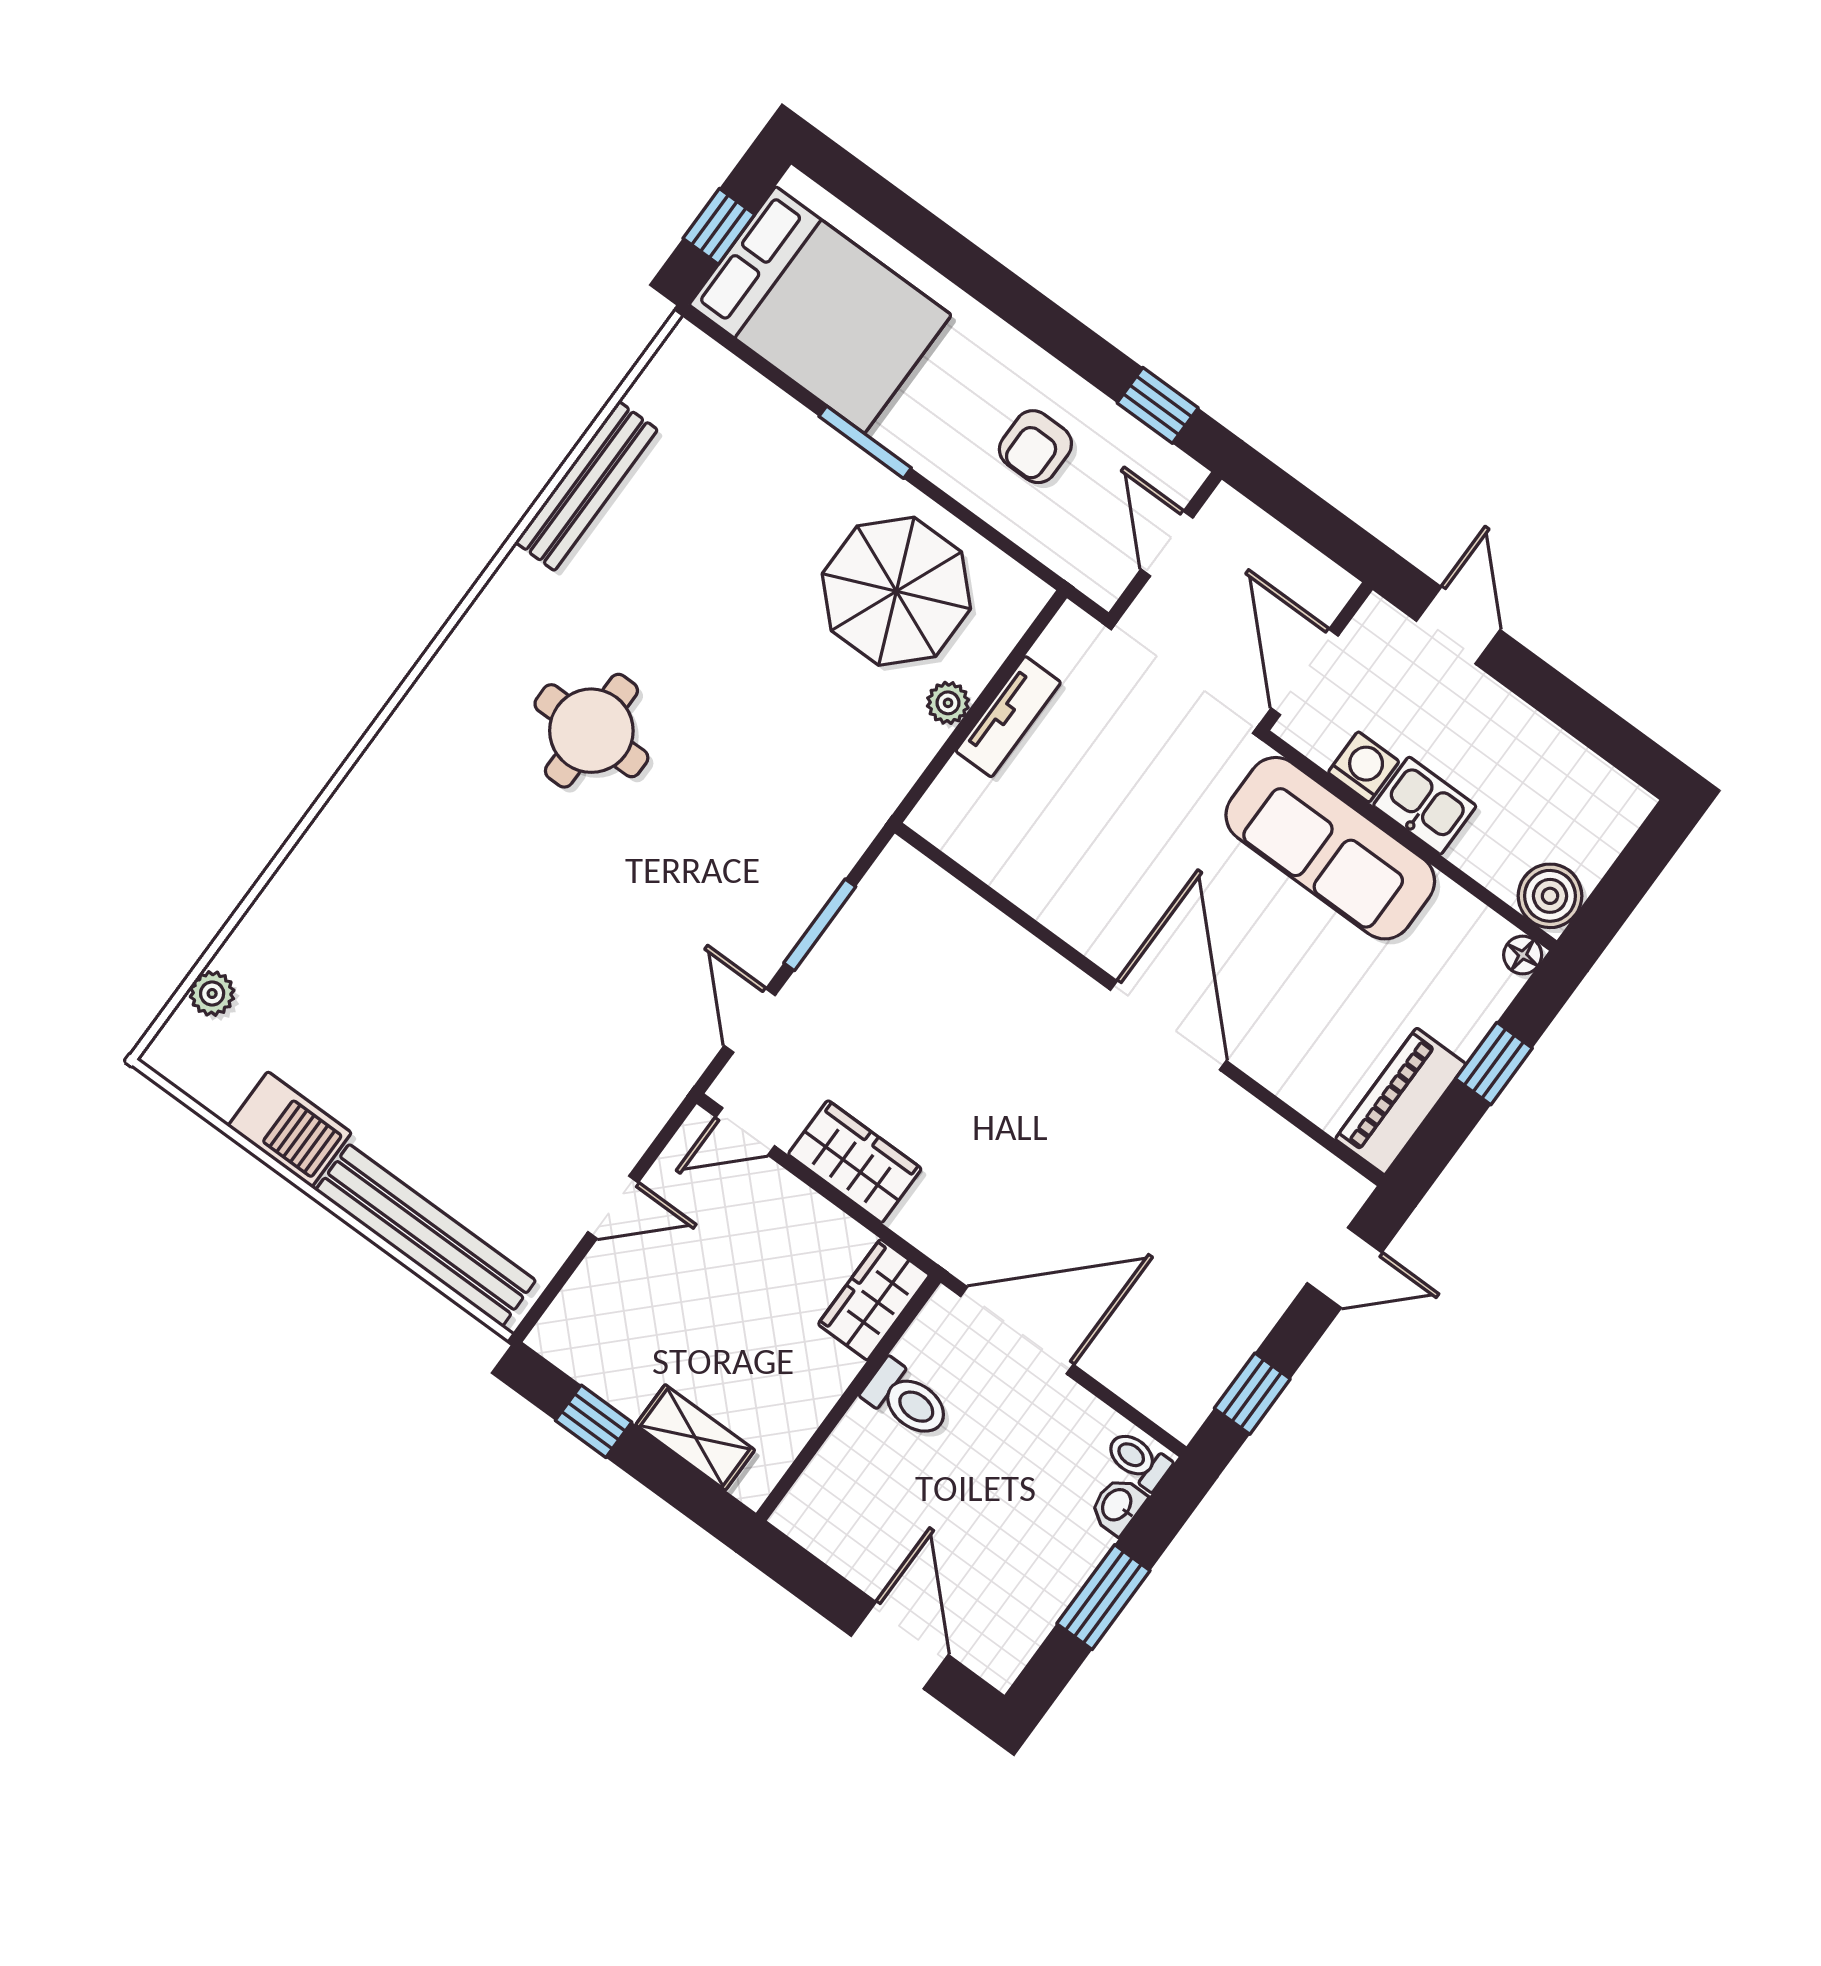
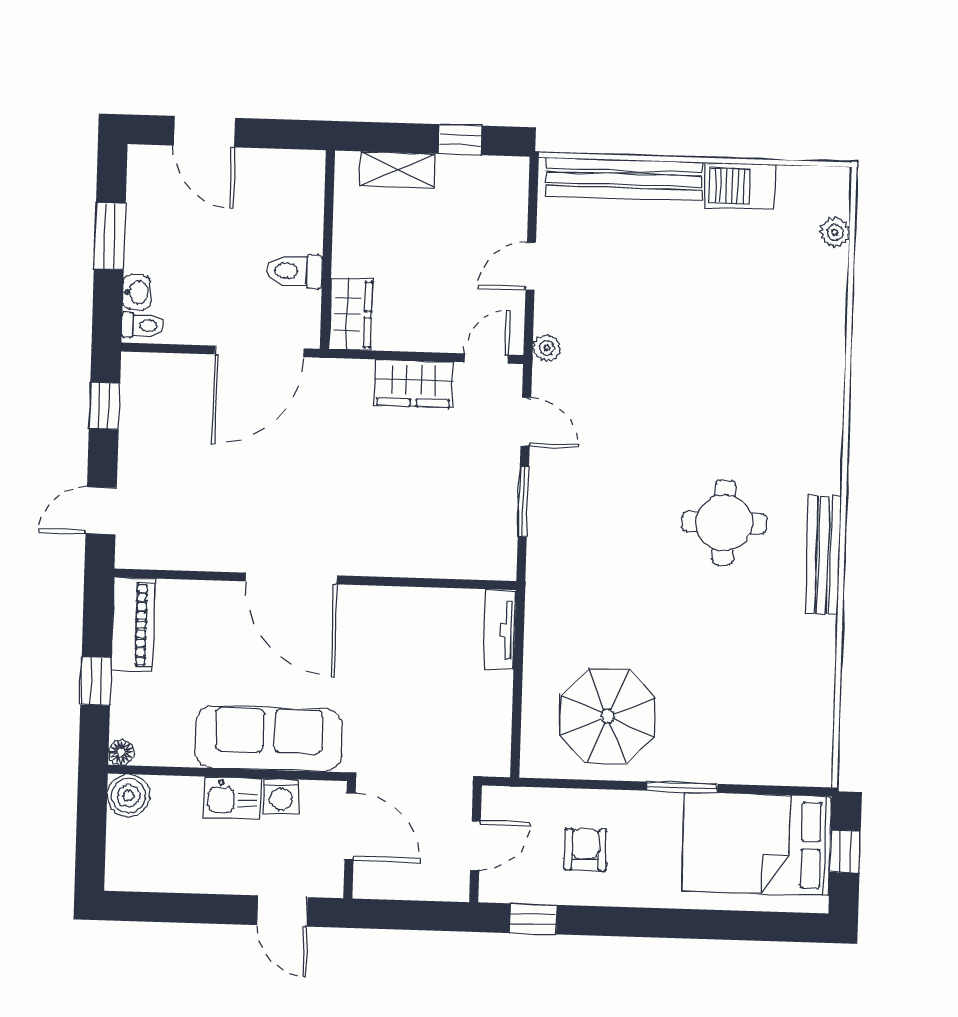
bench: (586, 486) -> (823, 555), moved
door: (1167, 544) -> (475, 846), hinge flipped
plant: (948, 703) -> (547, 348), moved
tv unit: (1008, 717) -> (500, 630), moved

